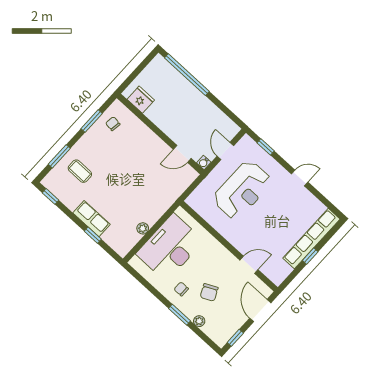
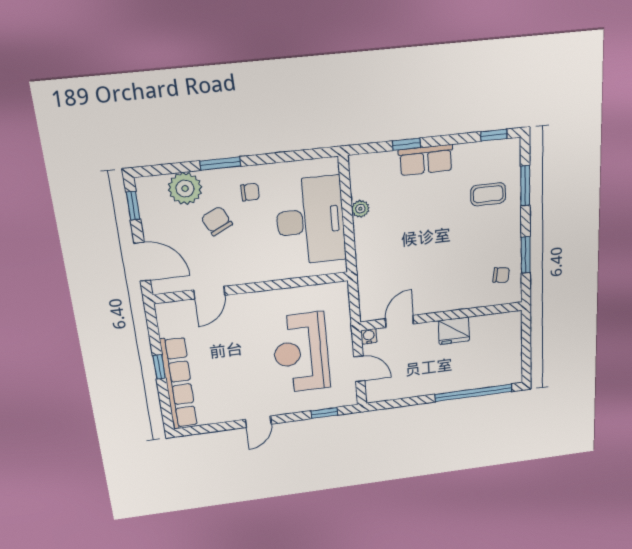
fridge: (141, 100) -> (454, 331), moved
plant: (199, 321) -> (185, 189), width x1.88, depth x1.88

